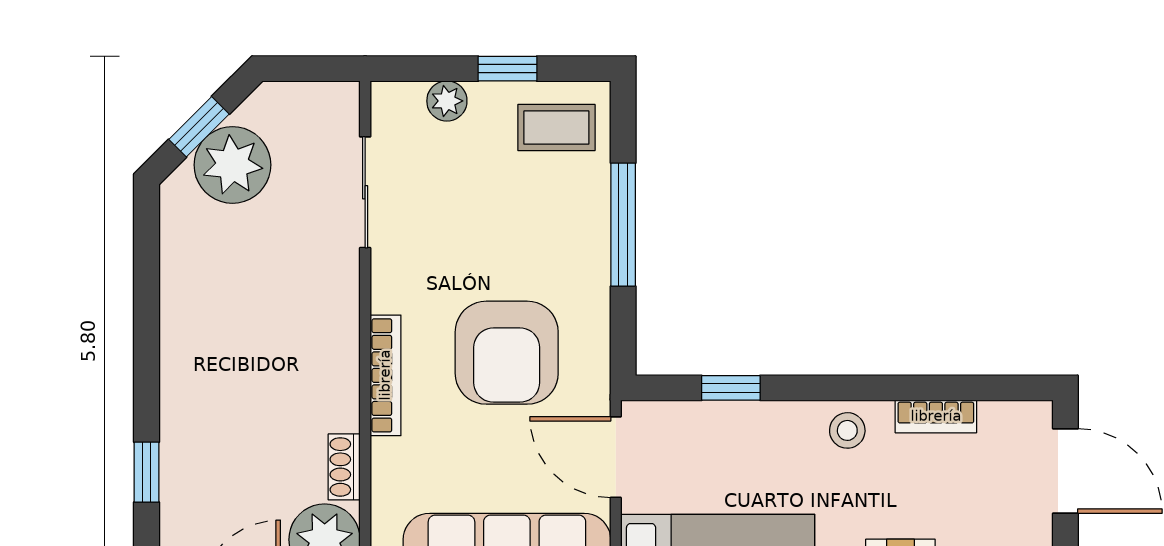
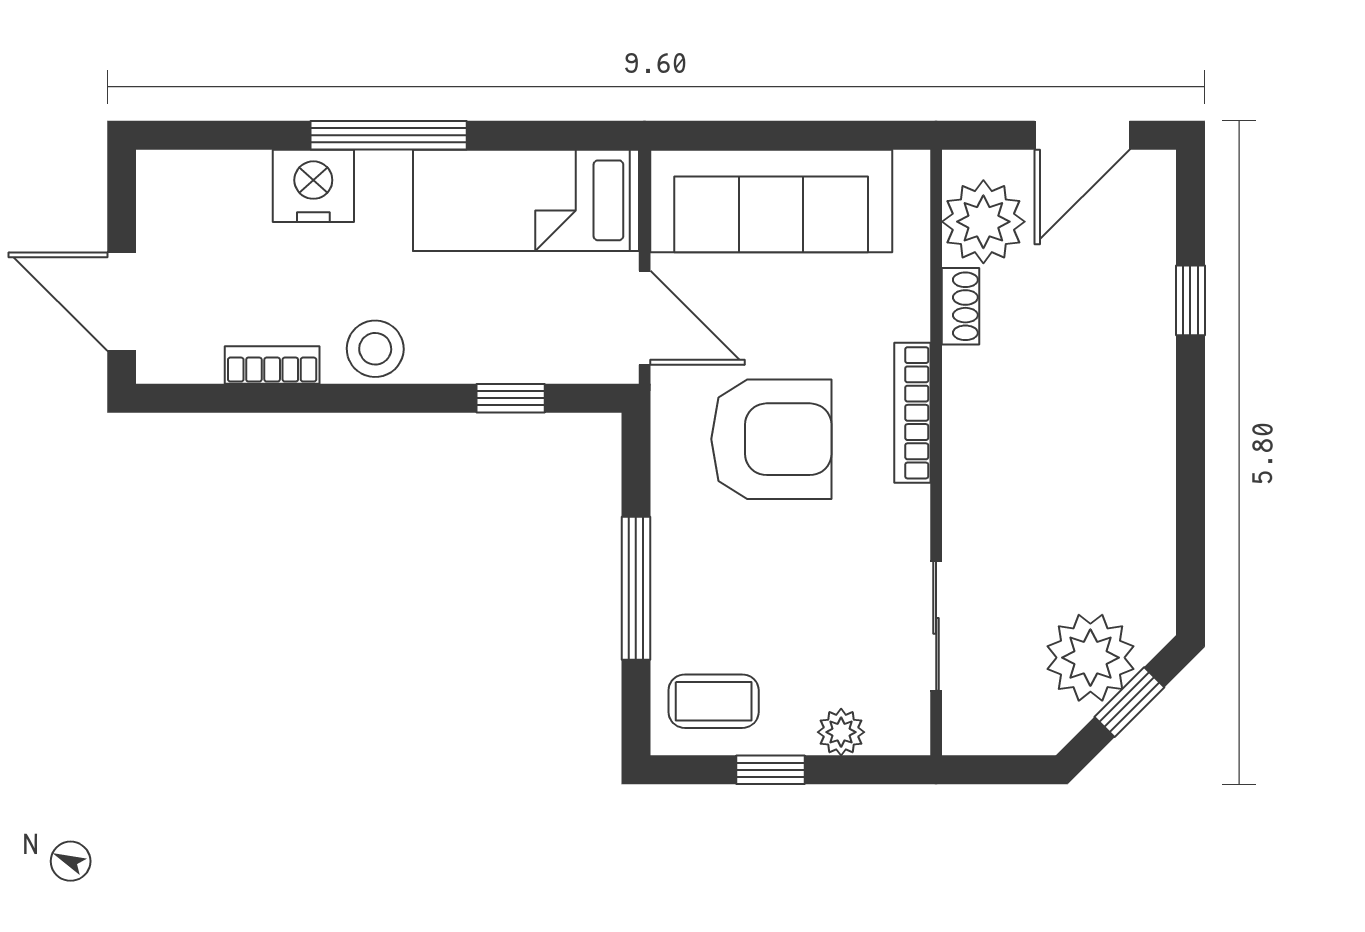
armchair: (507, 353) -> (771, 439), turned 90
stool: (847, 430) -> (375, 349), width x1.37, depth x1.37

